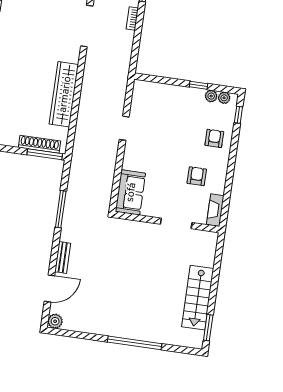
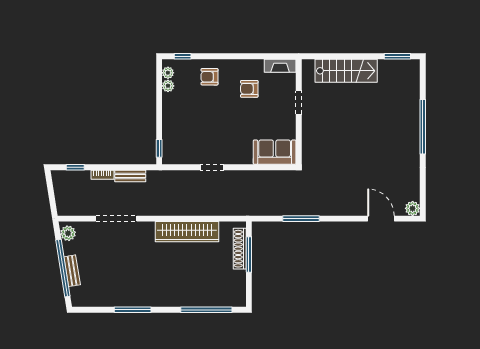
window: (198, 85) -> (159, 148), moved
window: (45, 154) -> (249, 254), moved
doorway: (176, 223) -> (299, 103), width x0.73
bench: (63, 257) -> (130, 176), moved
stairs: (198, 298) -> (346, 71), moved

